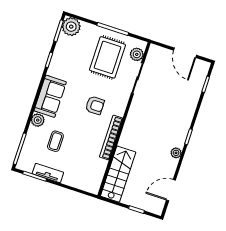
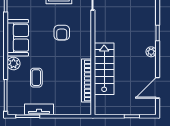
armchair: (95, 105) -> (62, 33), turned 90
bookcase: (111, 138) -> (86, 80), moved
stairs: (118, 174) -> (104, 69), moved

